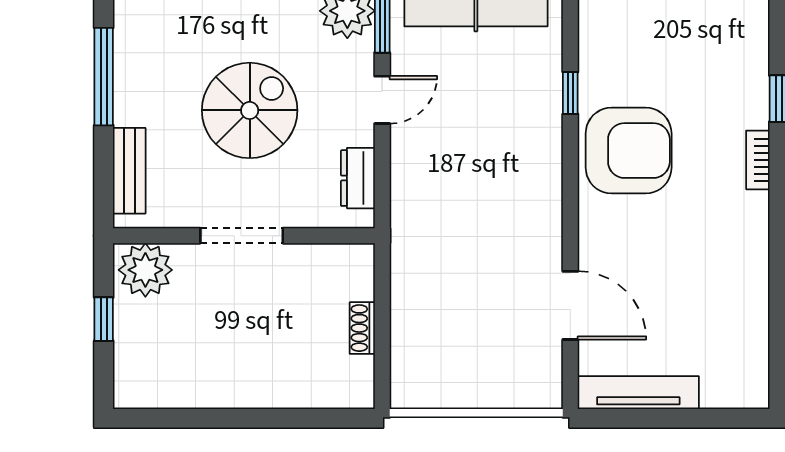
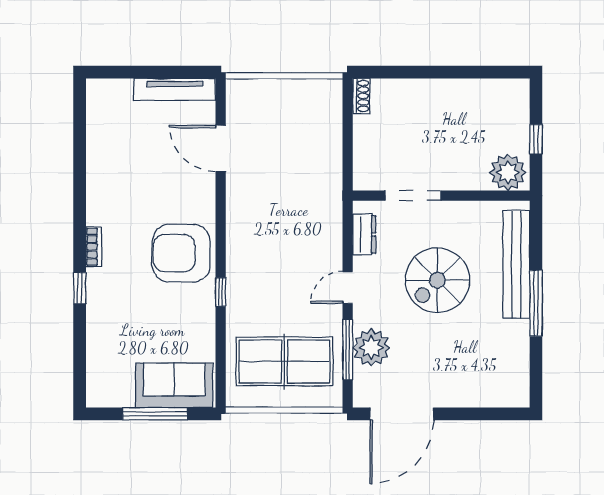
bench: (129, 171) -> (516, 264), width x1.86, depth x1.21
doorway: (242, 236) -> (413, 196), moved
shoe rack: (362, 328) -> (361, 96), moved

